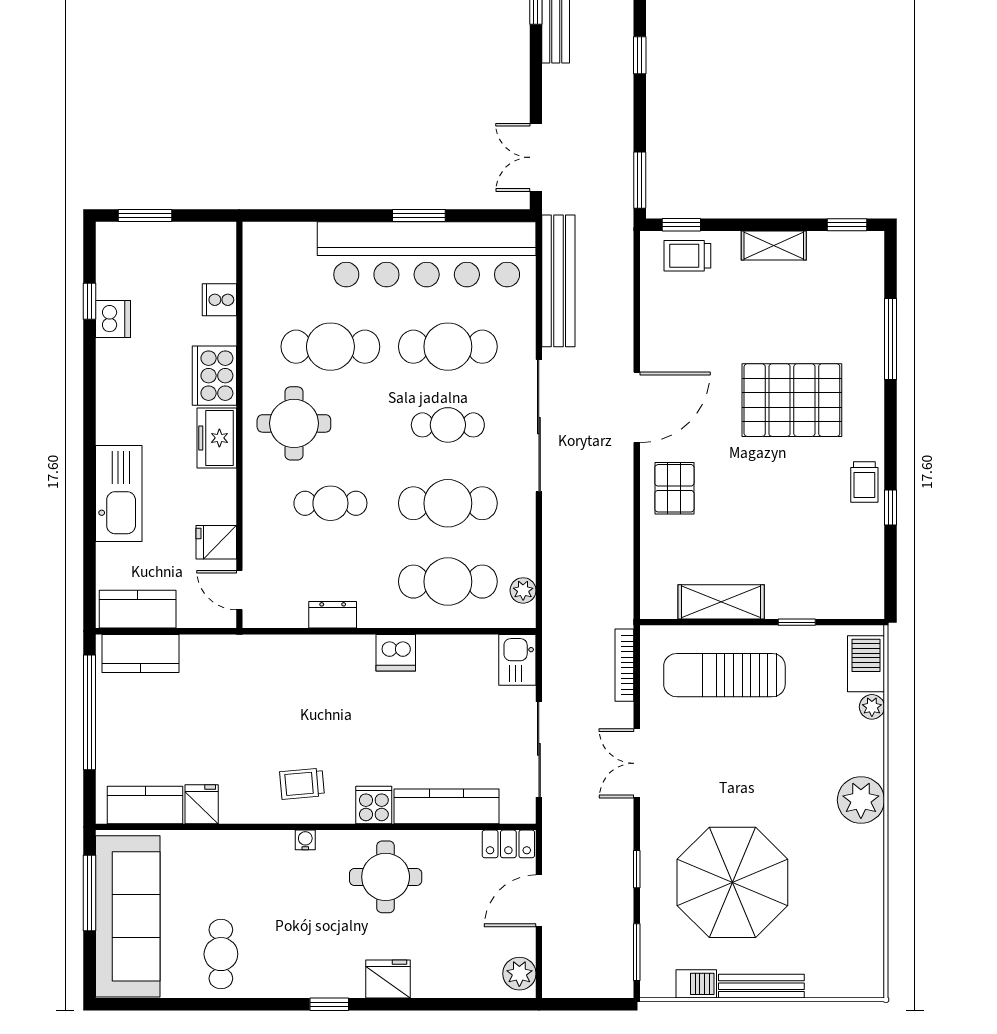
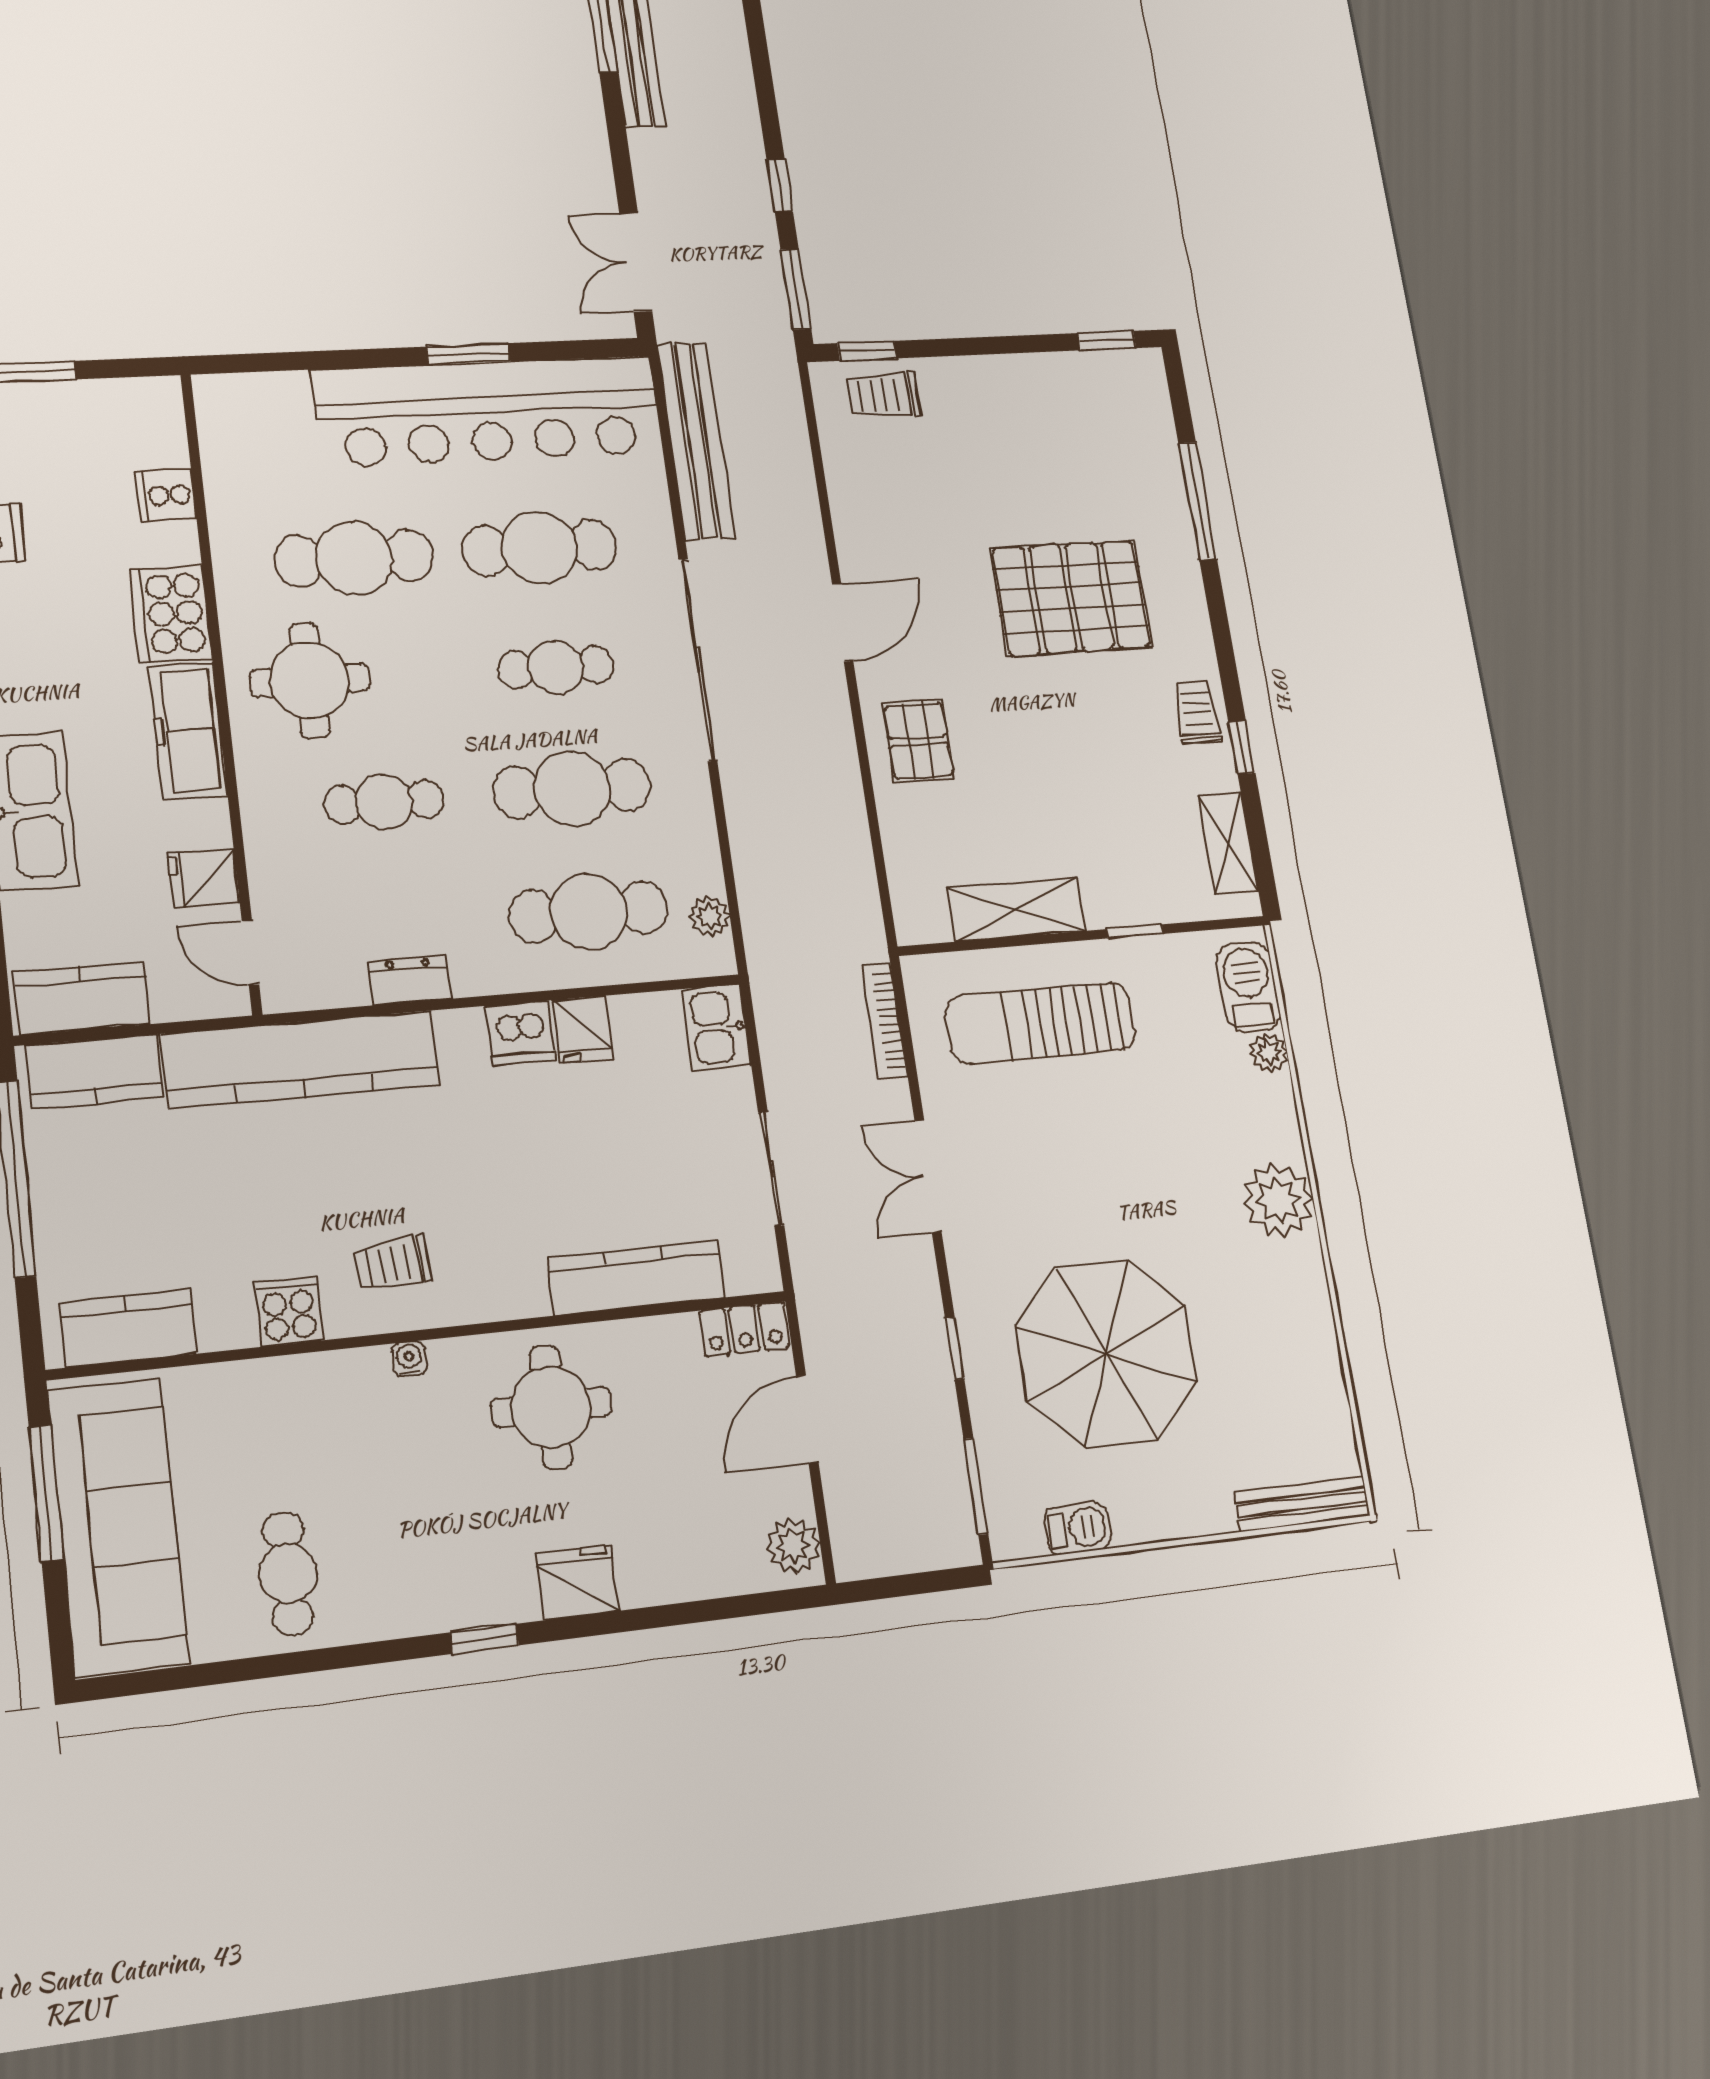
window: (640, 55) -> (780, 186), moved
shelving: (774, 245) -> (1228, 843), moved, turned 90
door: (637, 407) -> (843, 622), width x0.73
freezer: (217, 438) -> (188, 730), width x1.40
trolley: (864, 482) -> (1197, 712), turned 180
kitchen counter: (262, 657) -> (301, 1059), added
sliding door: (539, 749) -> (771, 1169), width x0.73
fridge: (202, 804) -> (583, 1029), moved, turned 180
cooker: (374, 805) -> (289, 1311), moved
bench: (761, 986) -> (1302, 1504), moved

